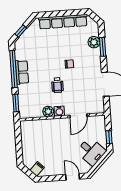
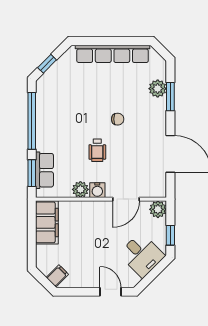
row of seats: (22, 72) -> (44, 170), moved
plant: (100, 121) -> (158, 209), added
filing cabinet: (28, 134) -> (47, 222), added

